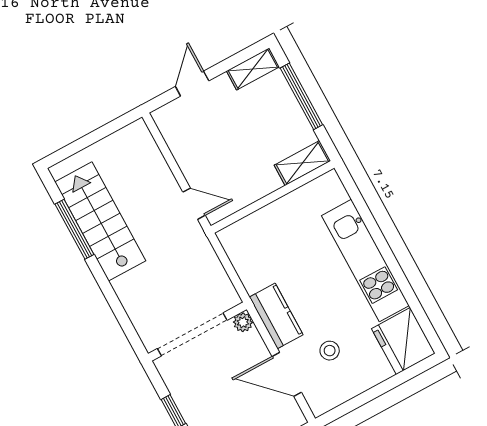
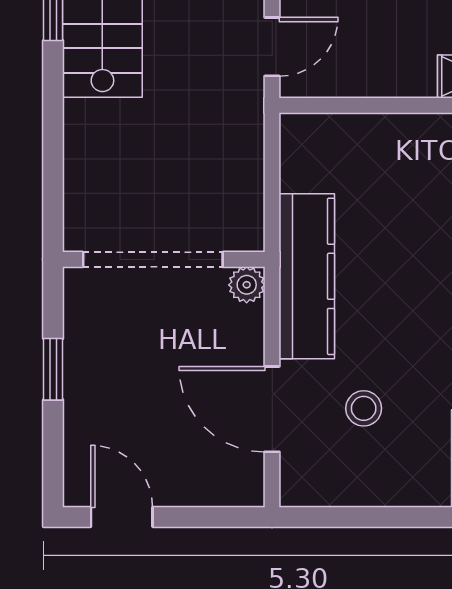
door: (194, 204) -> (272, 47), hinge flipped
kitchen counter: (276, 316) -> (307, 276), width x1.50

